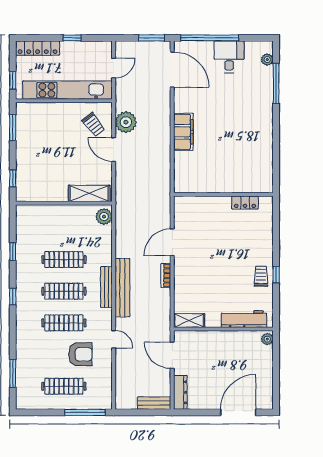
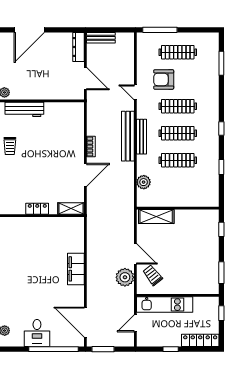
kitchen unit: (67, 90) -> (165, 305), width x0.73
locker: (245, 203) -> (37, 209), moved
plant: (104, 217) -> (144, 182), moved
shelving: (189, 321) -> (71, 208), moved

